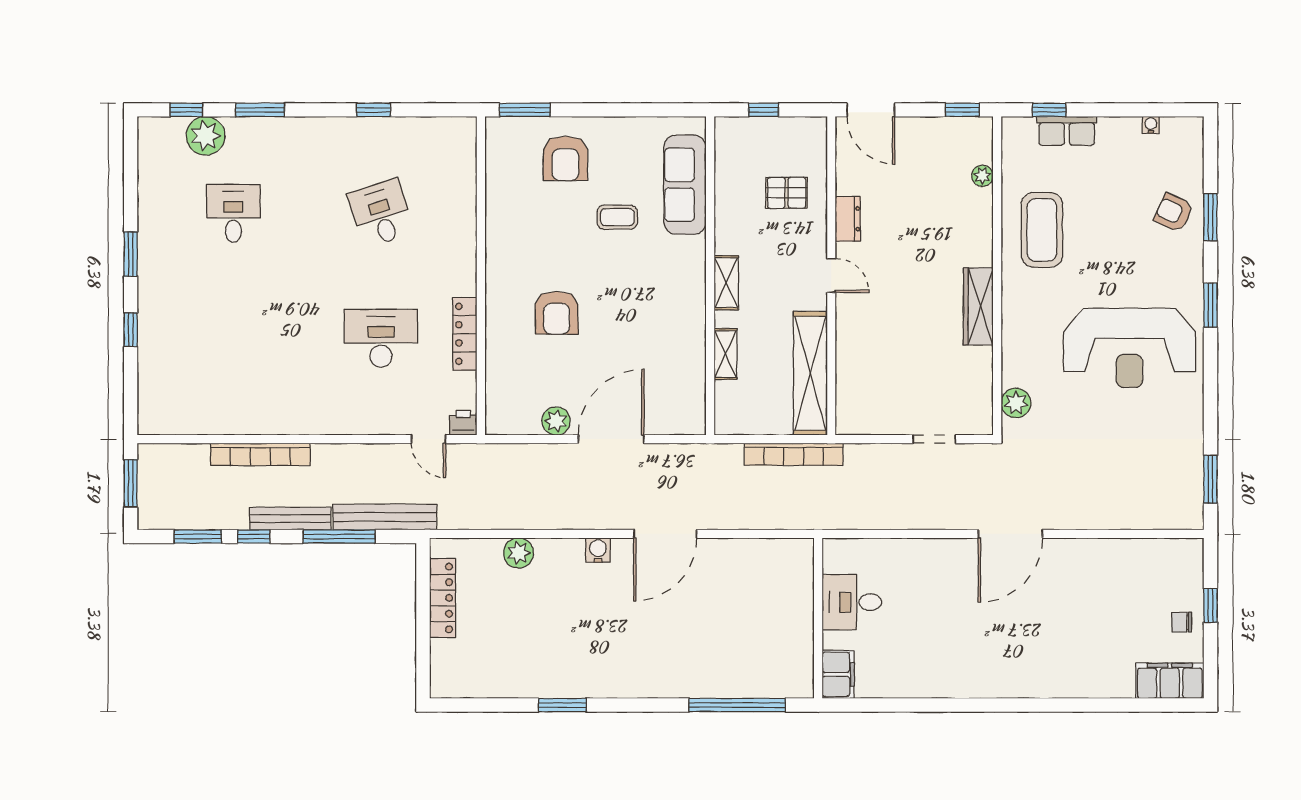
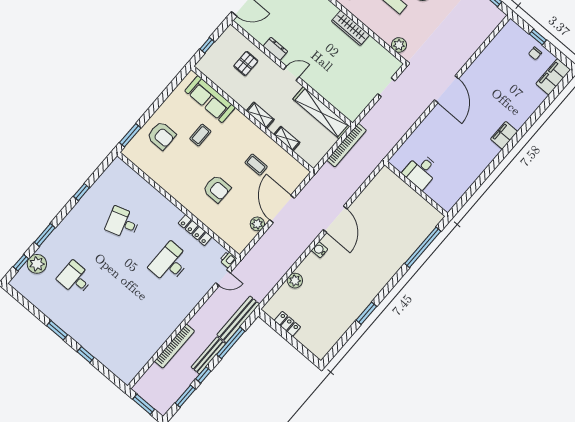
coffee table: (645, 341) -> (256, 165), added
locker: (443, 598) -> (287, 324), width x0.66
filing cabinet: (838, 674) -> (504, 135), moved, turned -90

